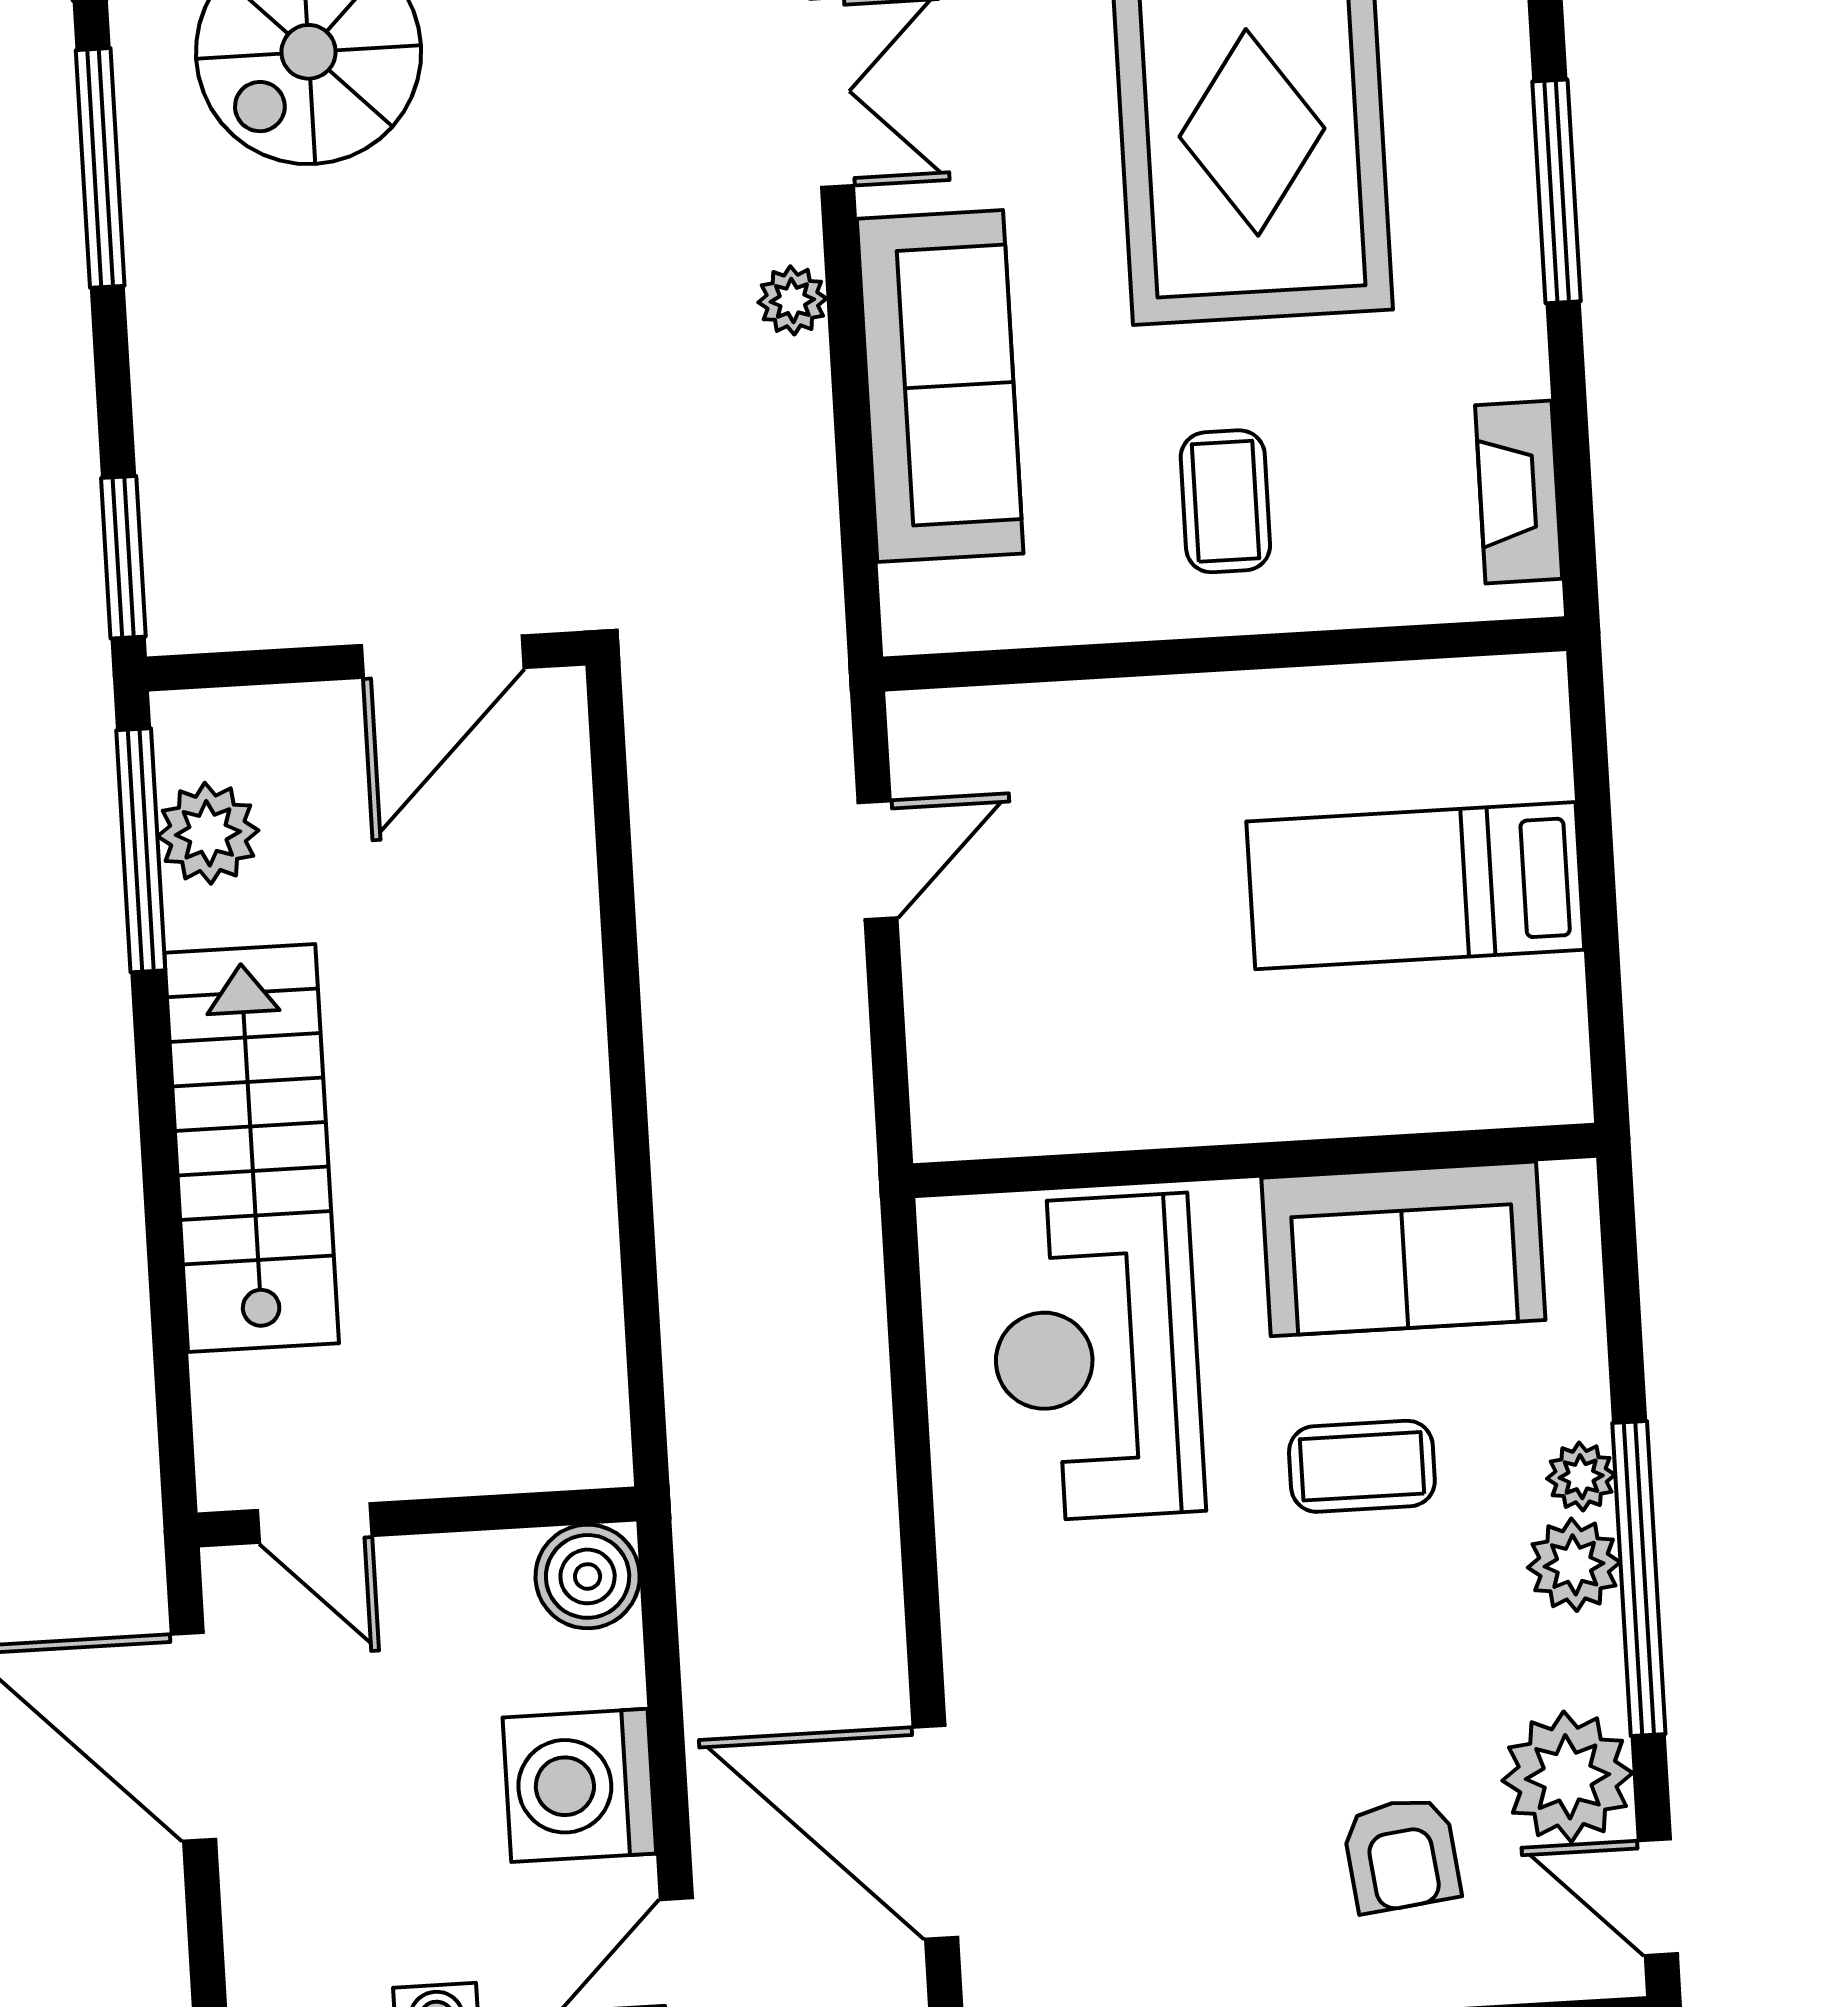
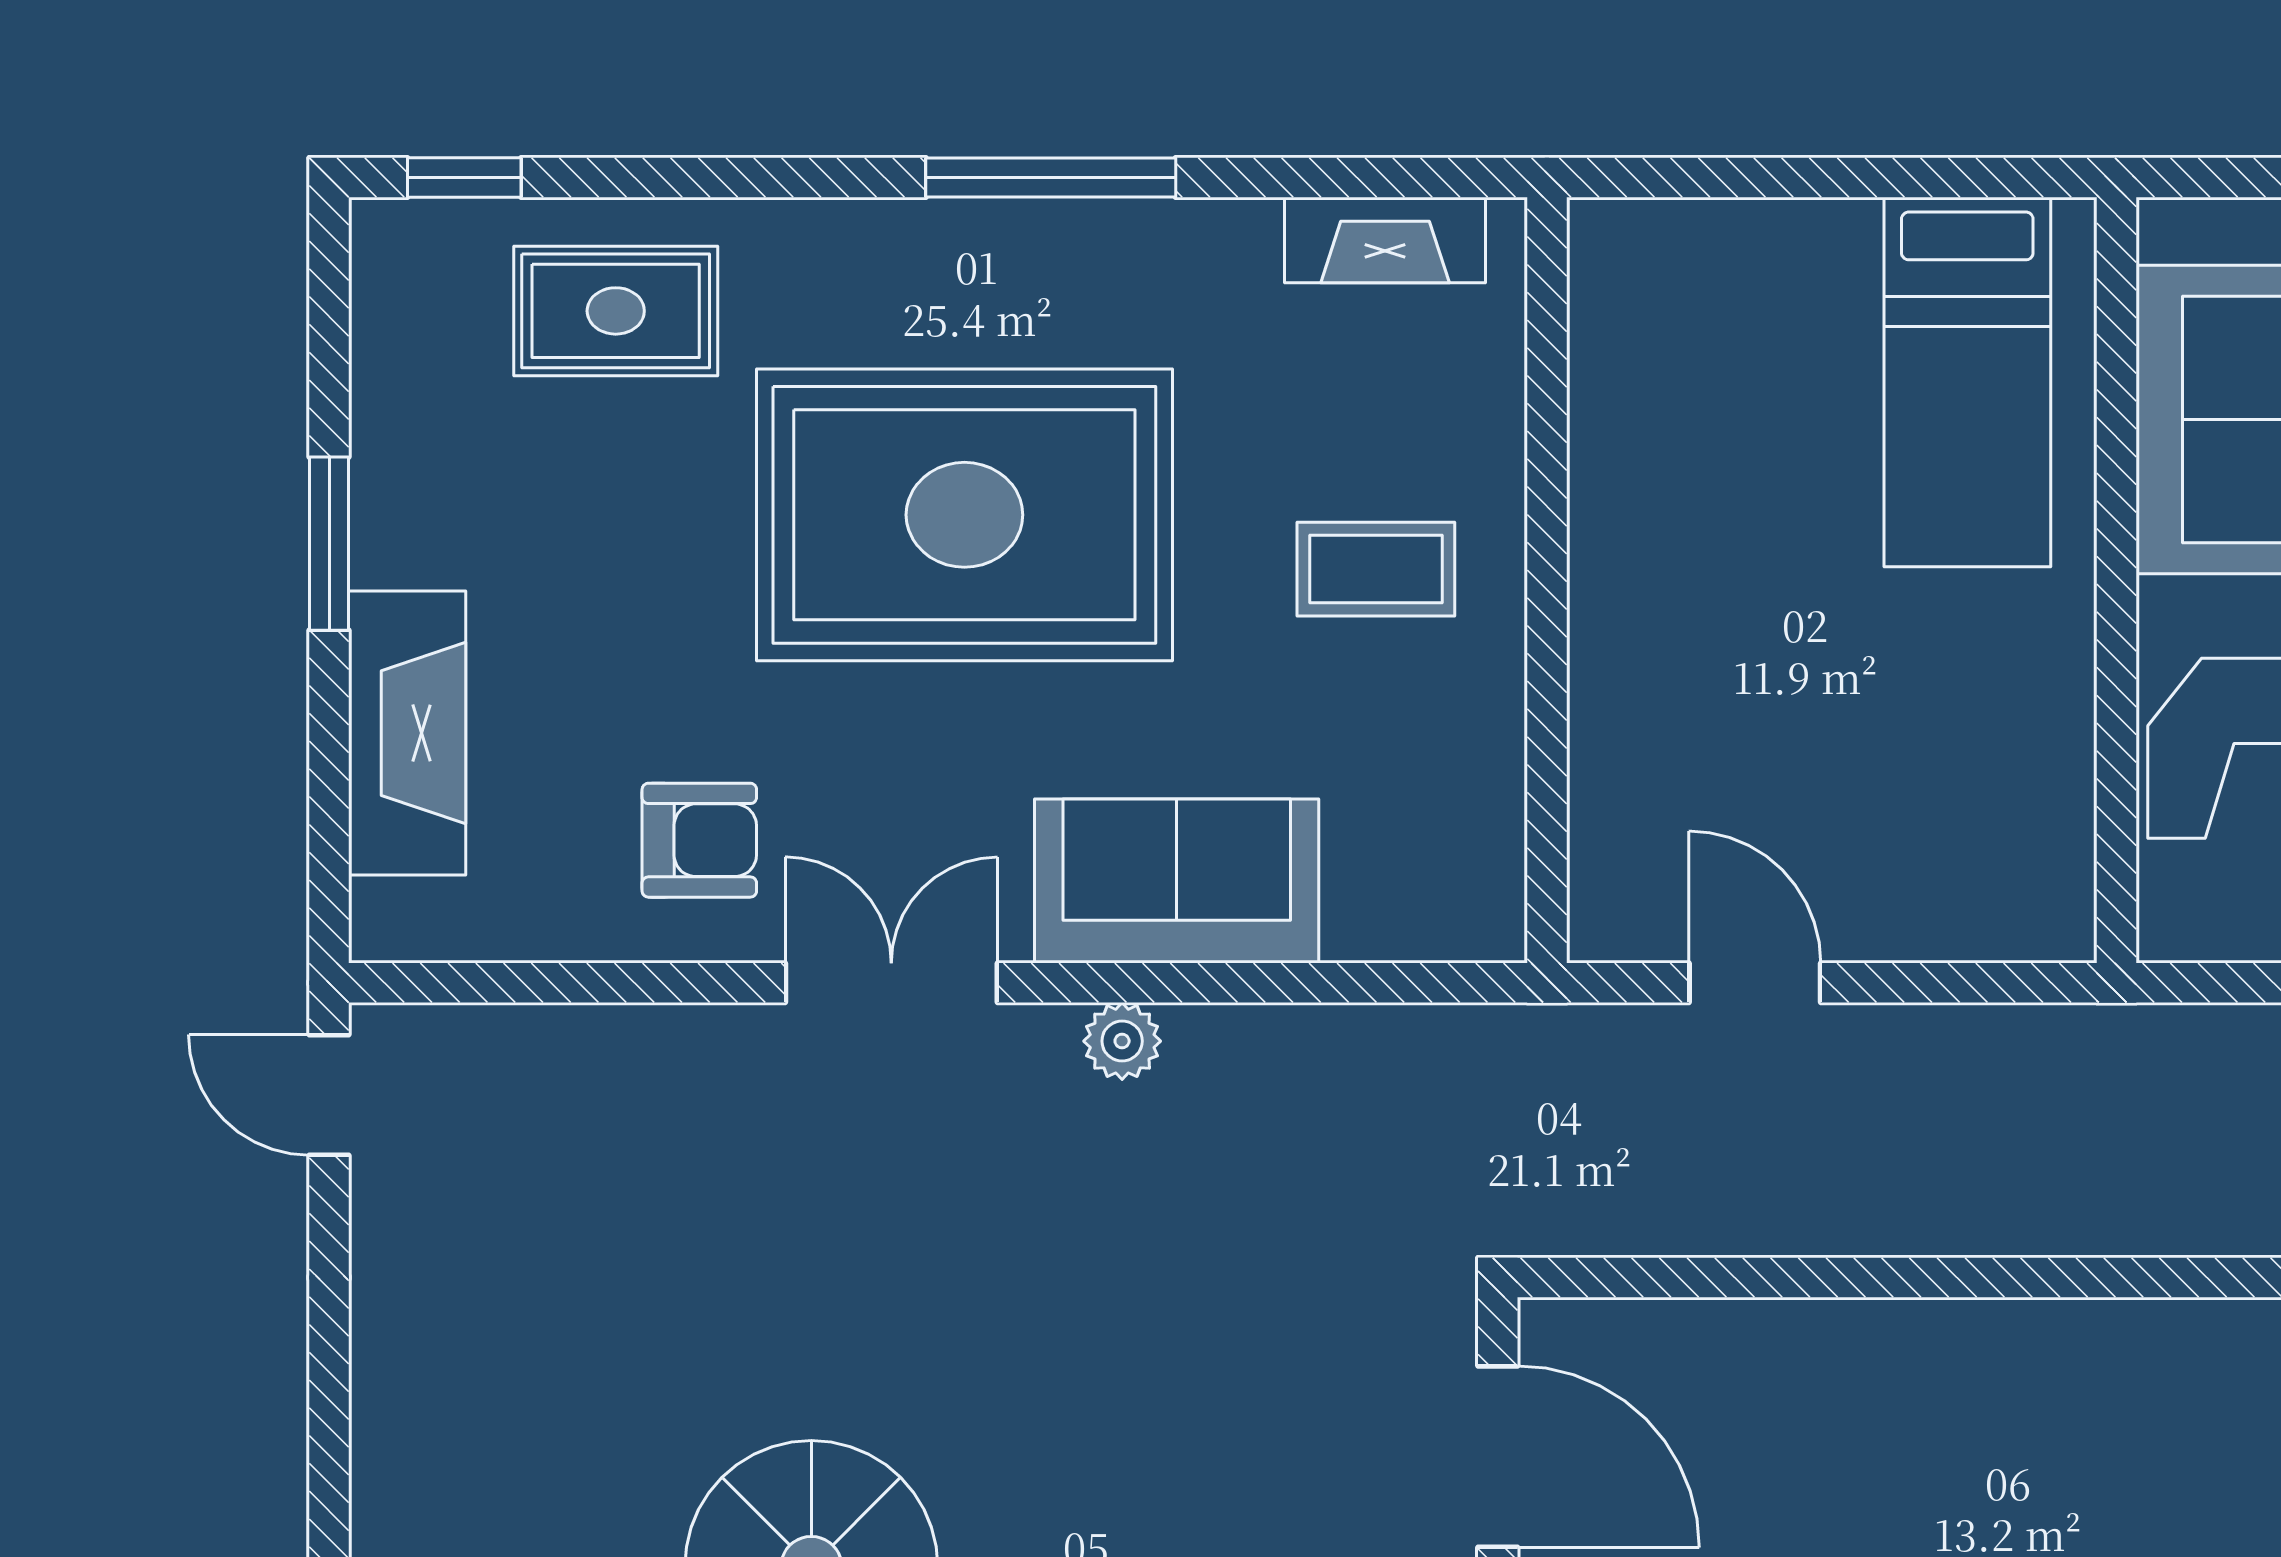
sofa: (940, 386) -> (1177, 881), width x0.73
bed: (1415, 886) -> (1967, 382), moved

